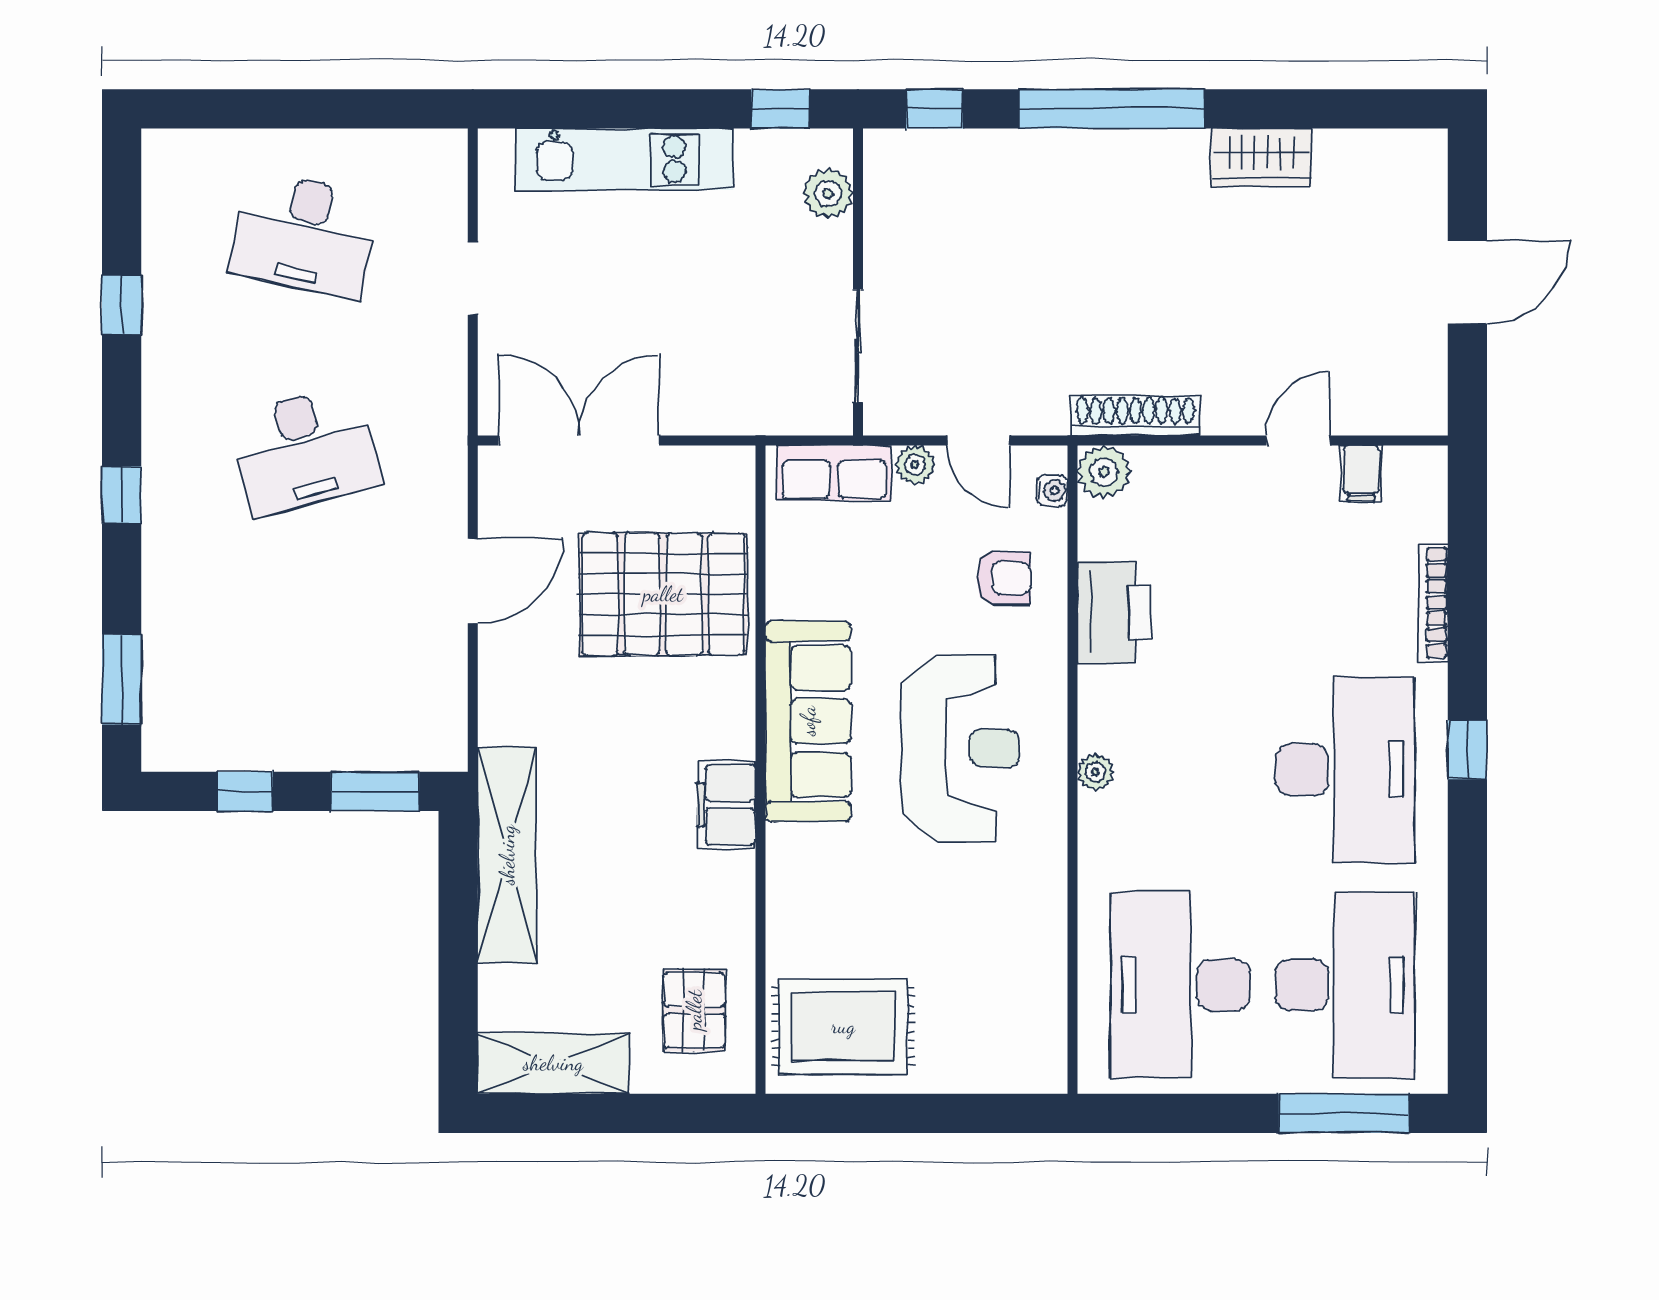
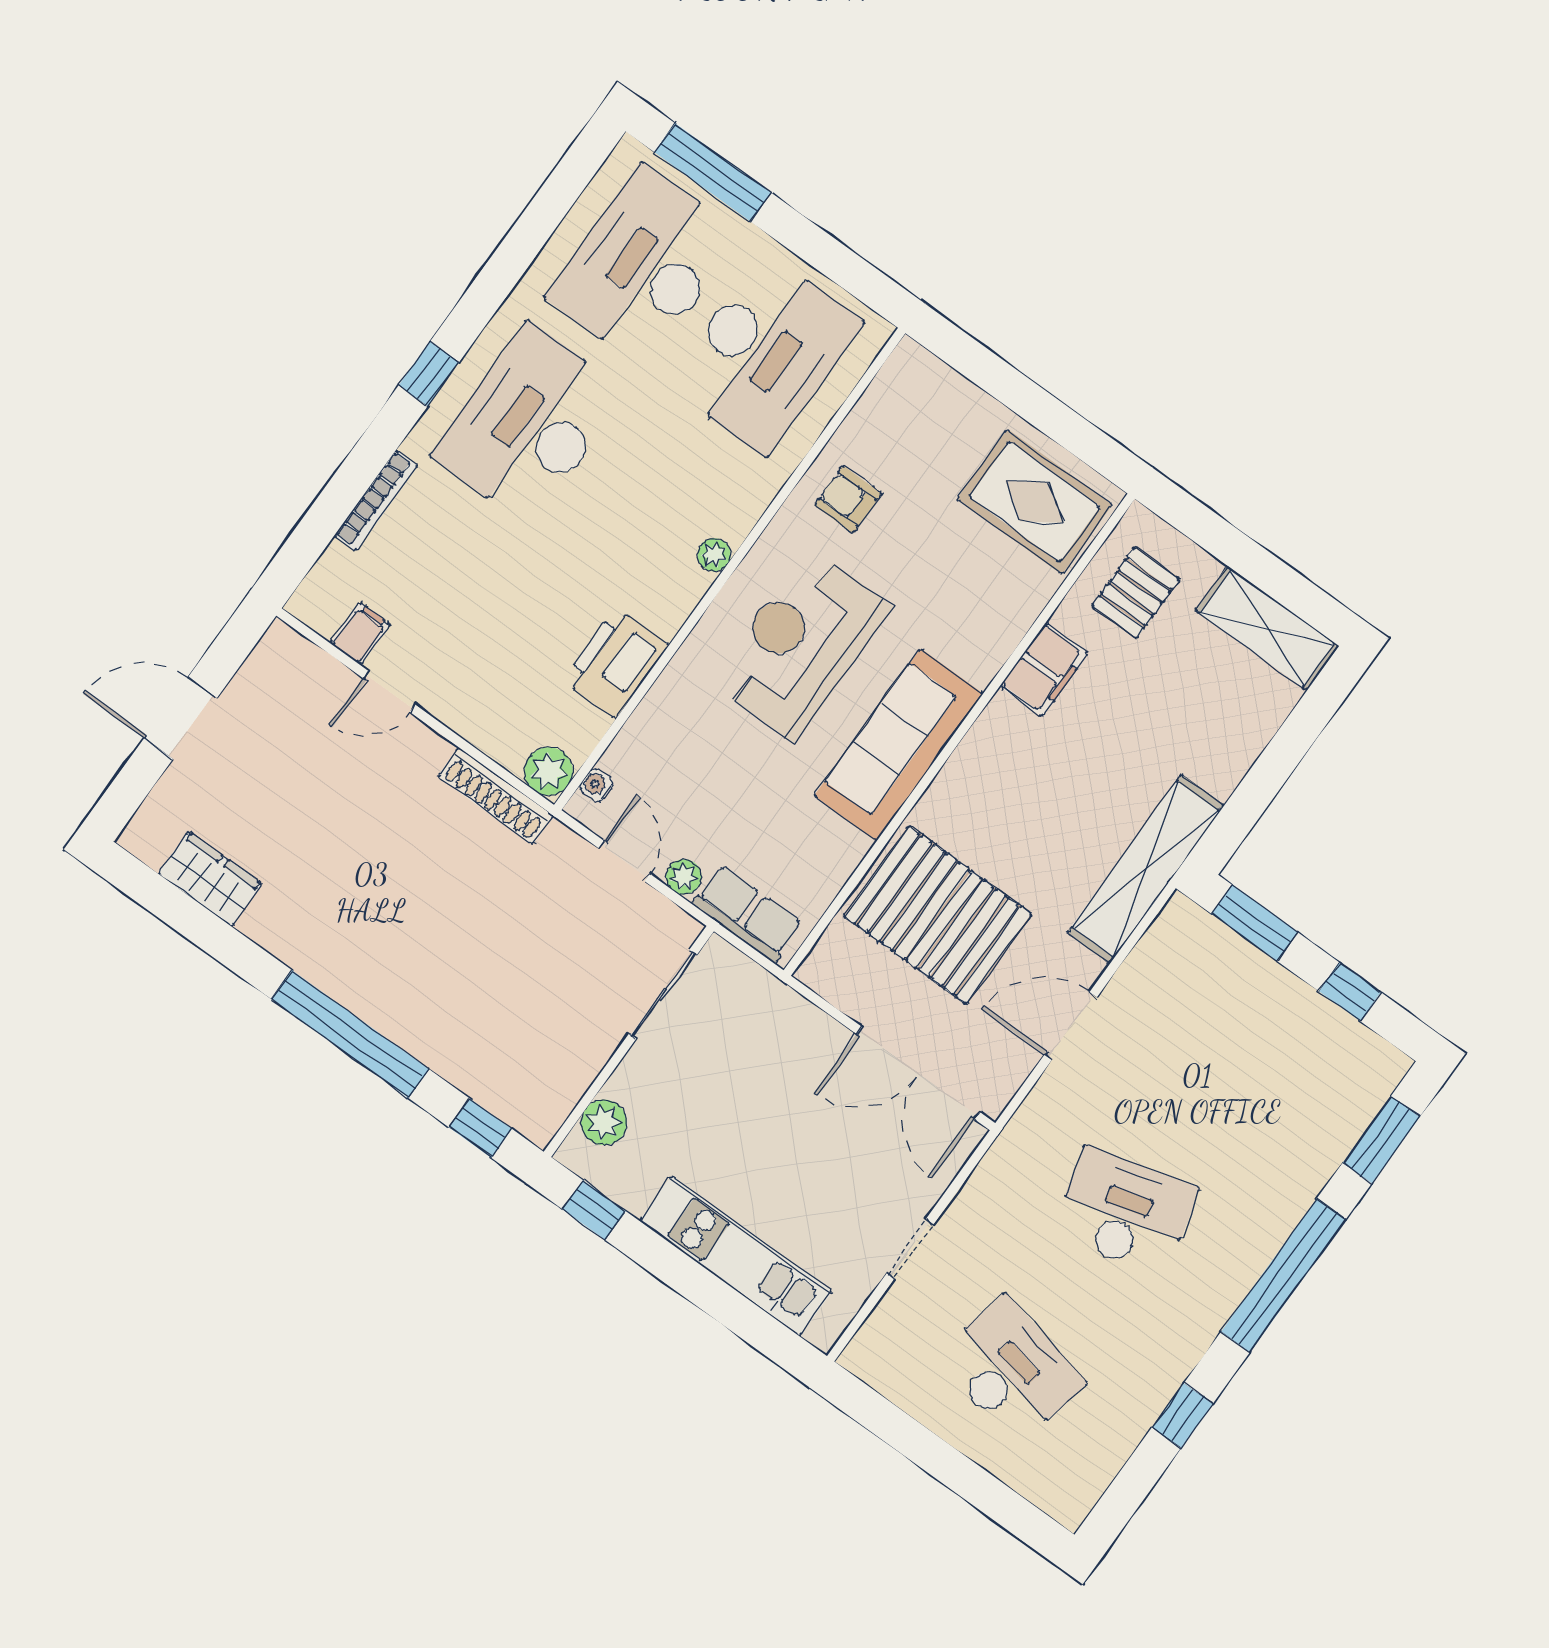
wardrobe: (1261, 157) -> (210, 879), moved
window: (122, 495) -> (1283, 1276), width x3.17
armchair: (1004, 578) -> (848, 499), moved
filing cabinet: (726, 805) -> (1044, 670), moved
shelving: (507, 855) -> (1146, 869), moved

